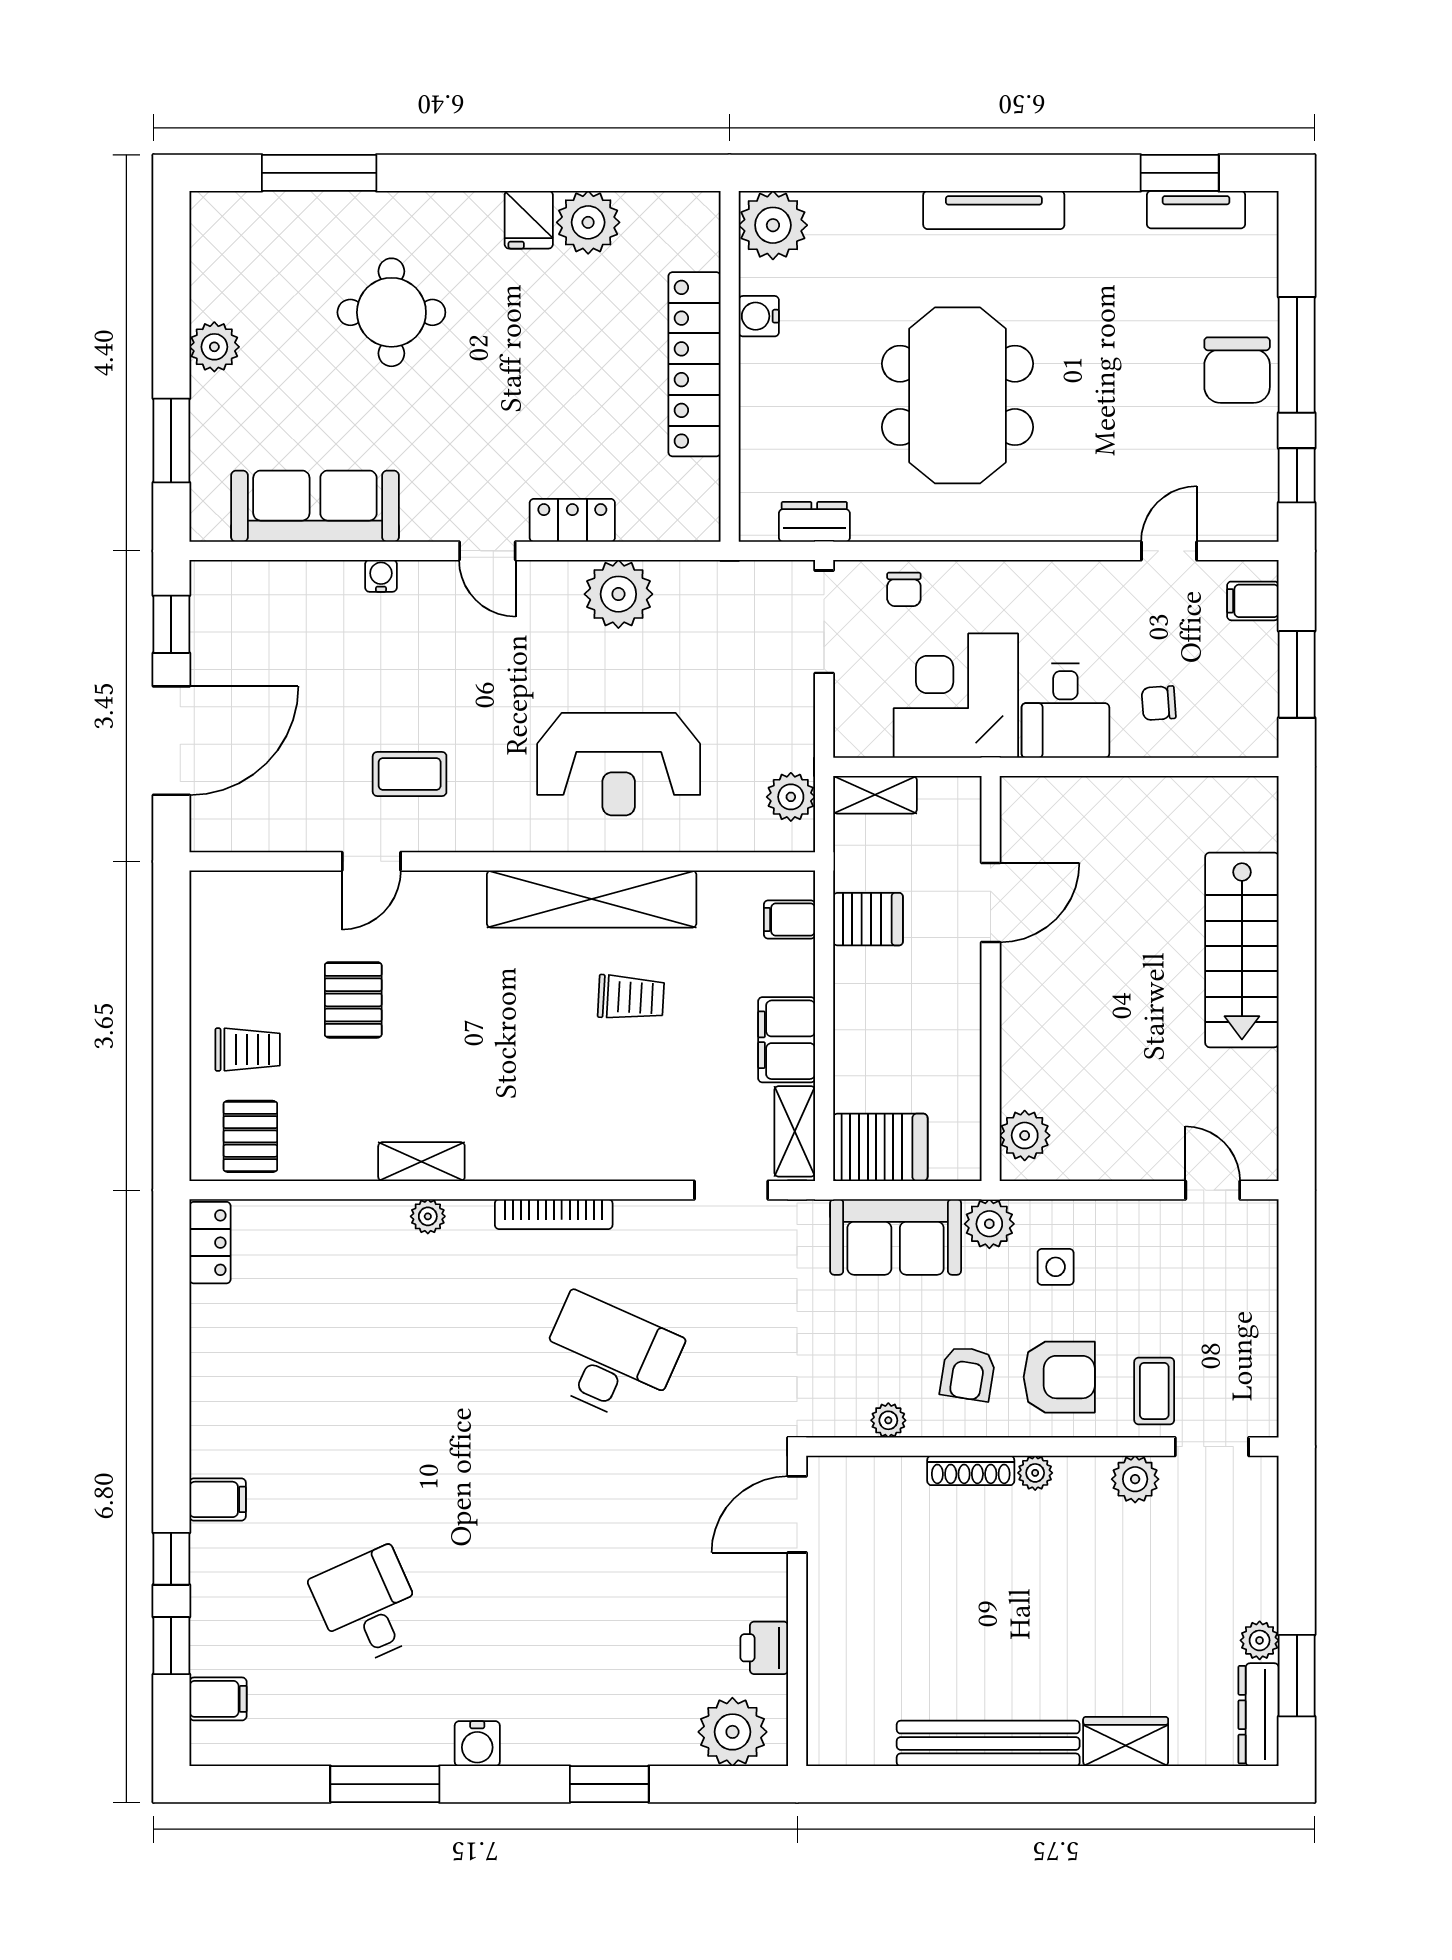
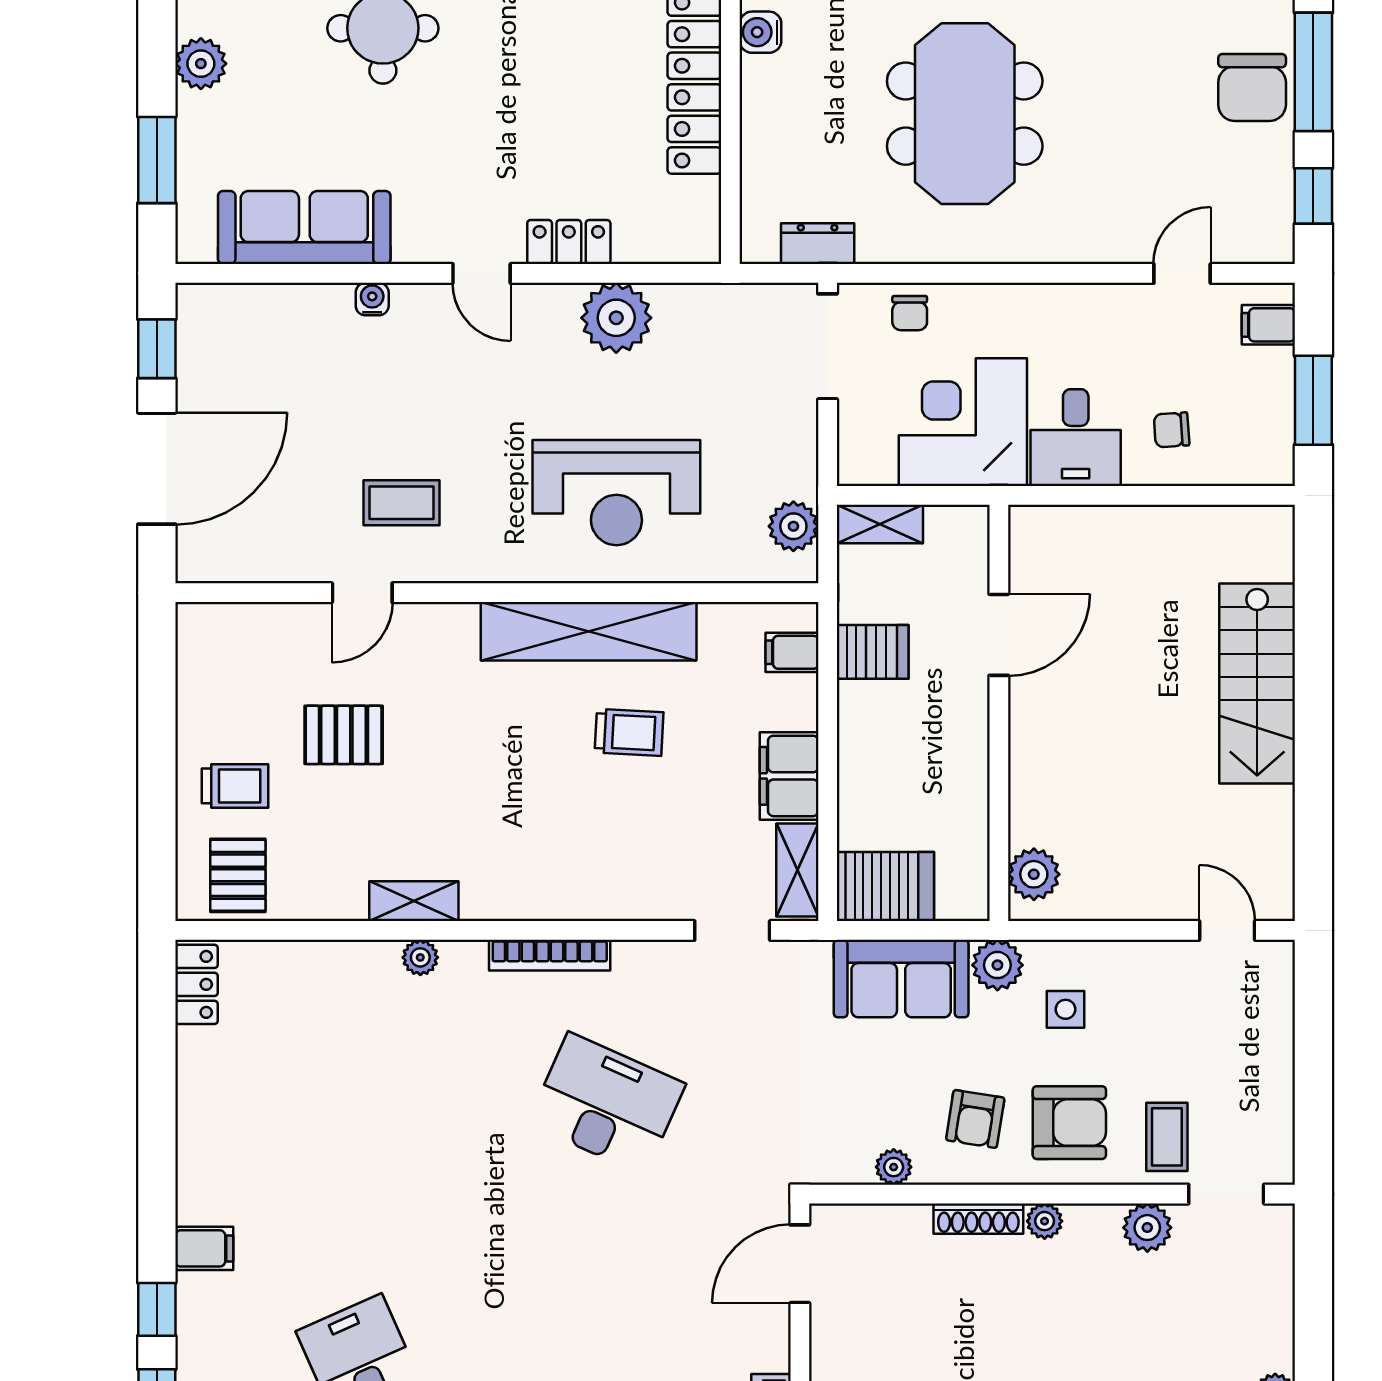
pallet: (353, 1000) -> (344, 735), turned 90

